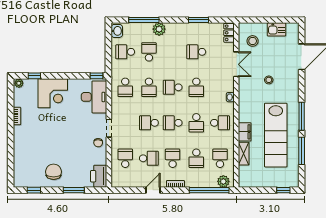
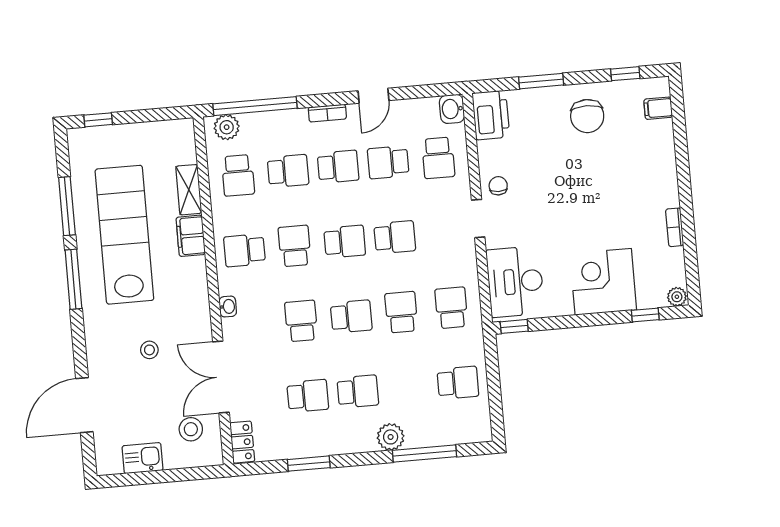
washbasin: (117, 31) -> (452, 109), moved
school desk: (149, 52) -> (358, 391), moved, turned -90
double door: (236, 64) -> (221, 377), width x1.37
school desk: (173, 158) -> (338, 167), turned -90
school desk: (196, 158) -> (288, 171), turned 90
filing cabinet: (20, 173) -> (658, 108), added

